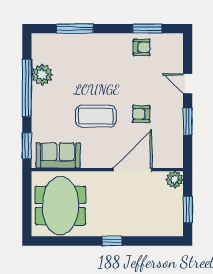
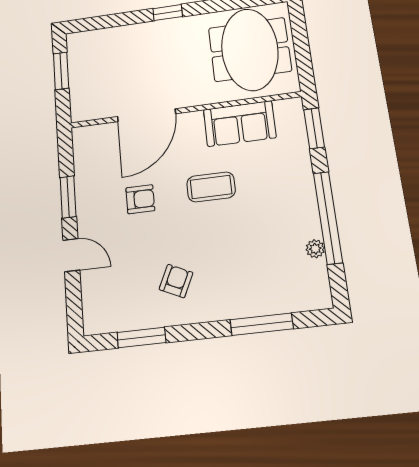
armchair: (142, 47) -> (176, 281), moved, turned 115
plant: (42, 75) -> (315, 249), width x0.53, depth x0.53
coffee table: (96, 116) -> (211, 187), width x0.73, depth x0.76
sofa: (58, 155) -> (240, 124), moved
plant: (175, 180) -> (82, 110), removed

